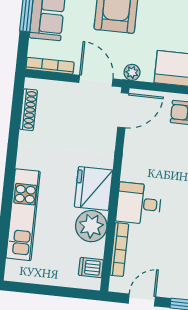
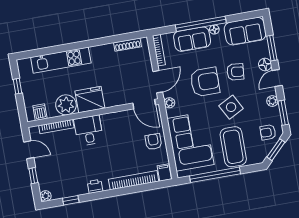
window: (43, 290) -> (18, 86), added

